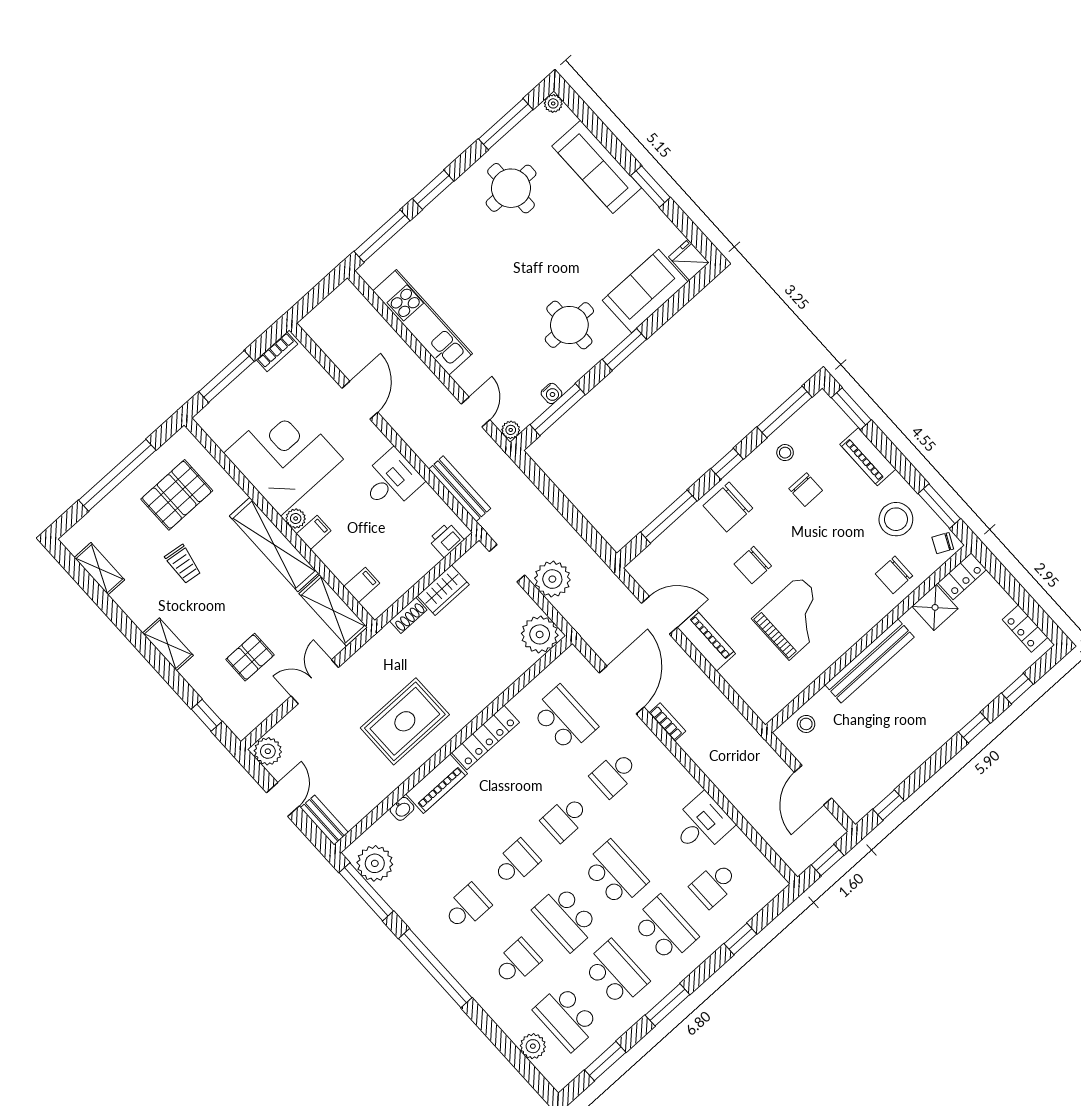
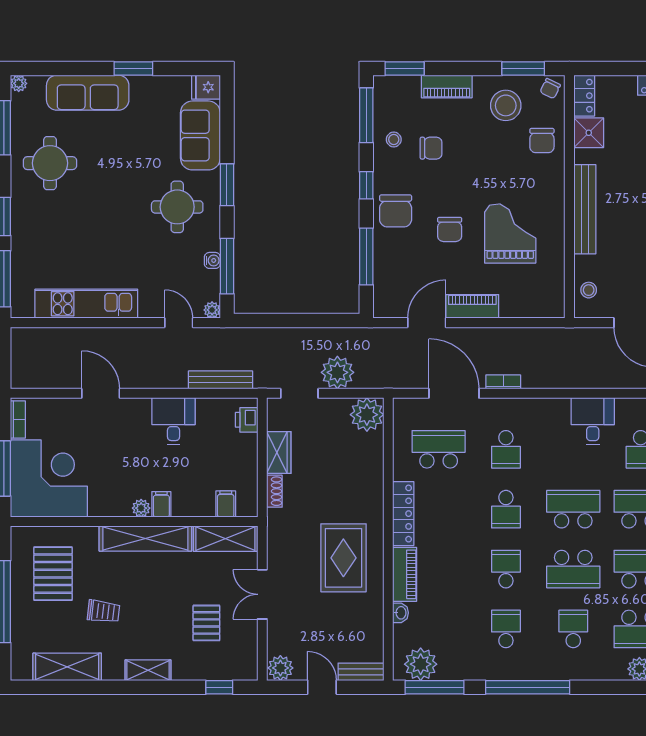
corner desk: (283, 456) -> (49, 478), moved, turned 90
shelving: (99, 569) -> (67, 667), width x1.50, depth x1.33

